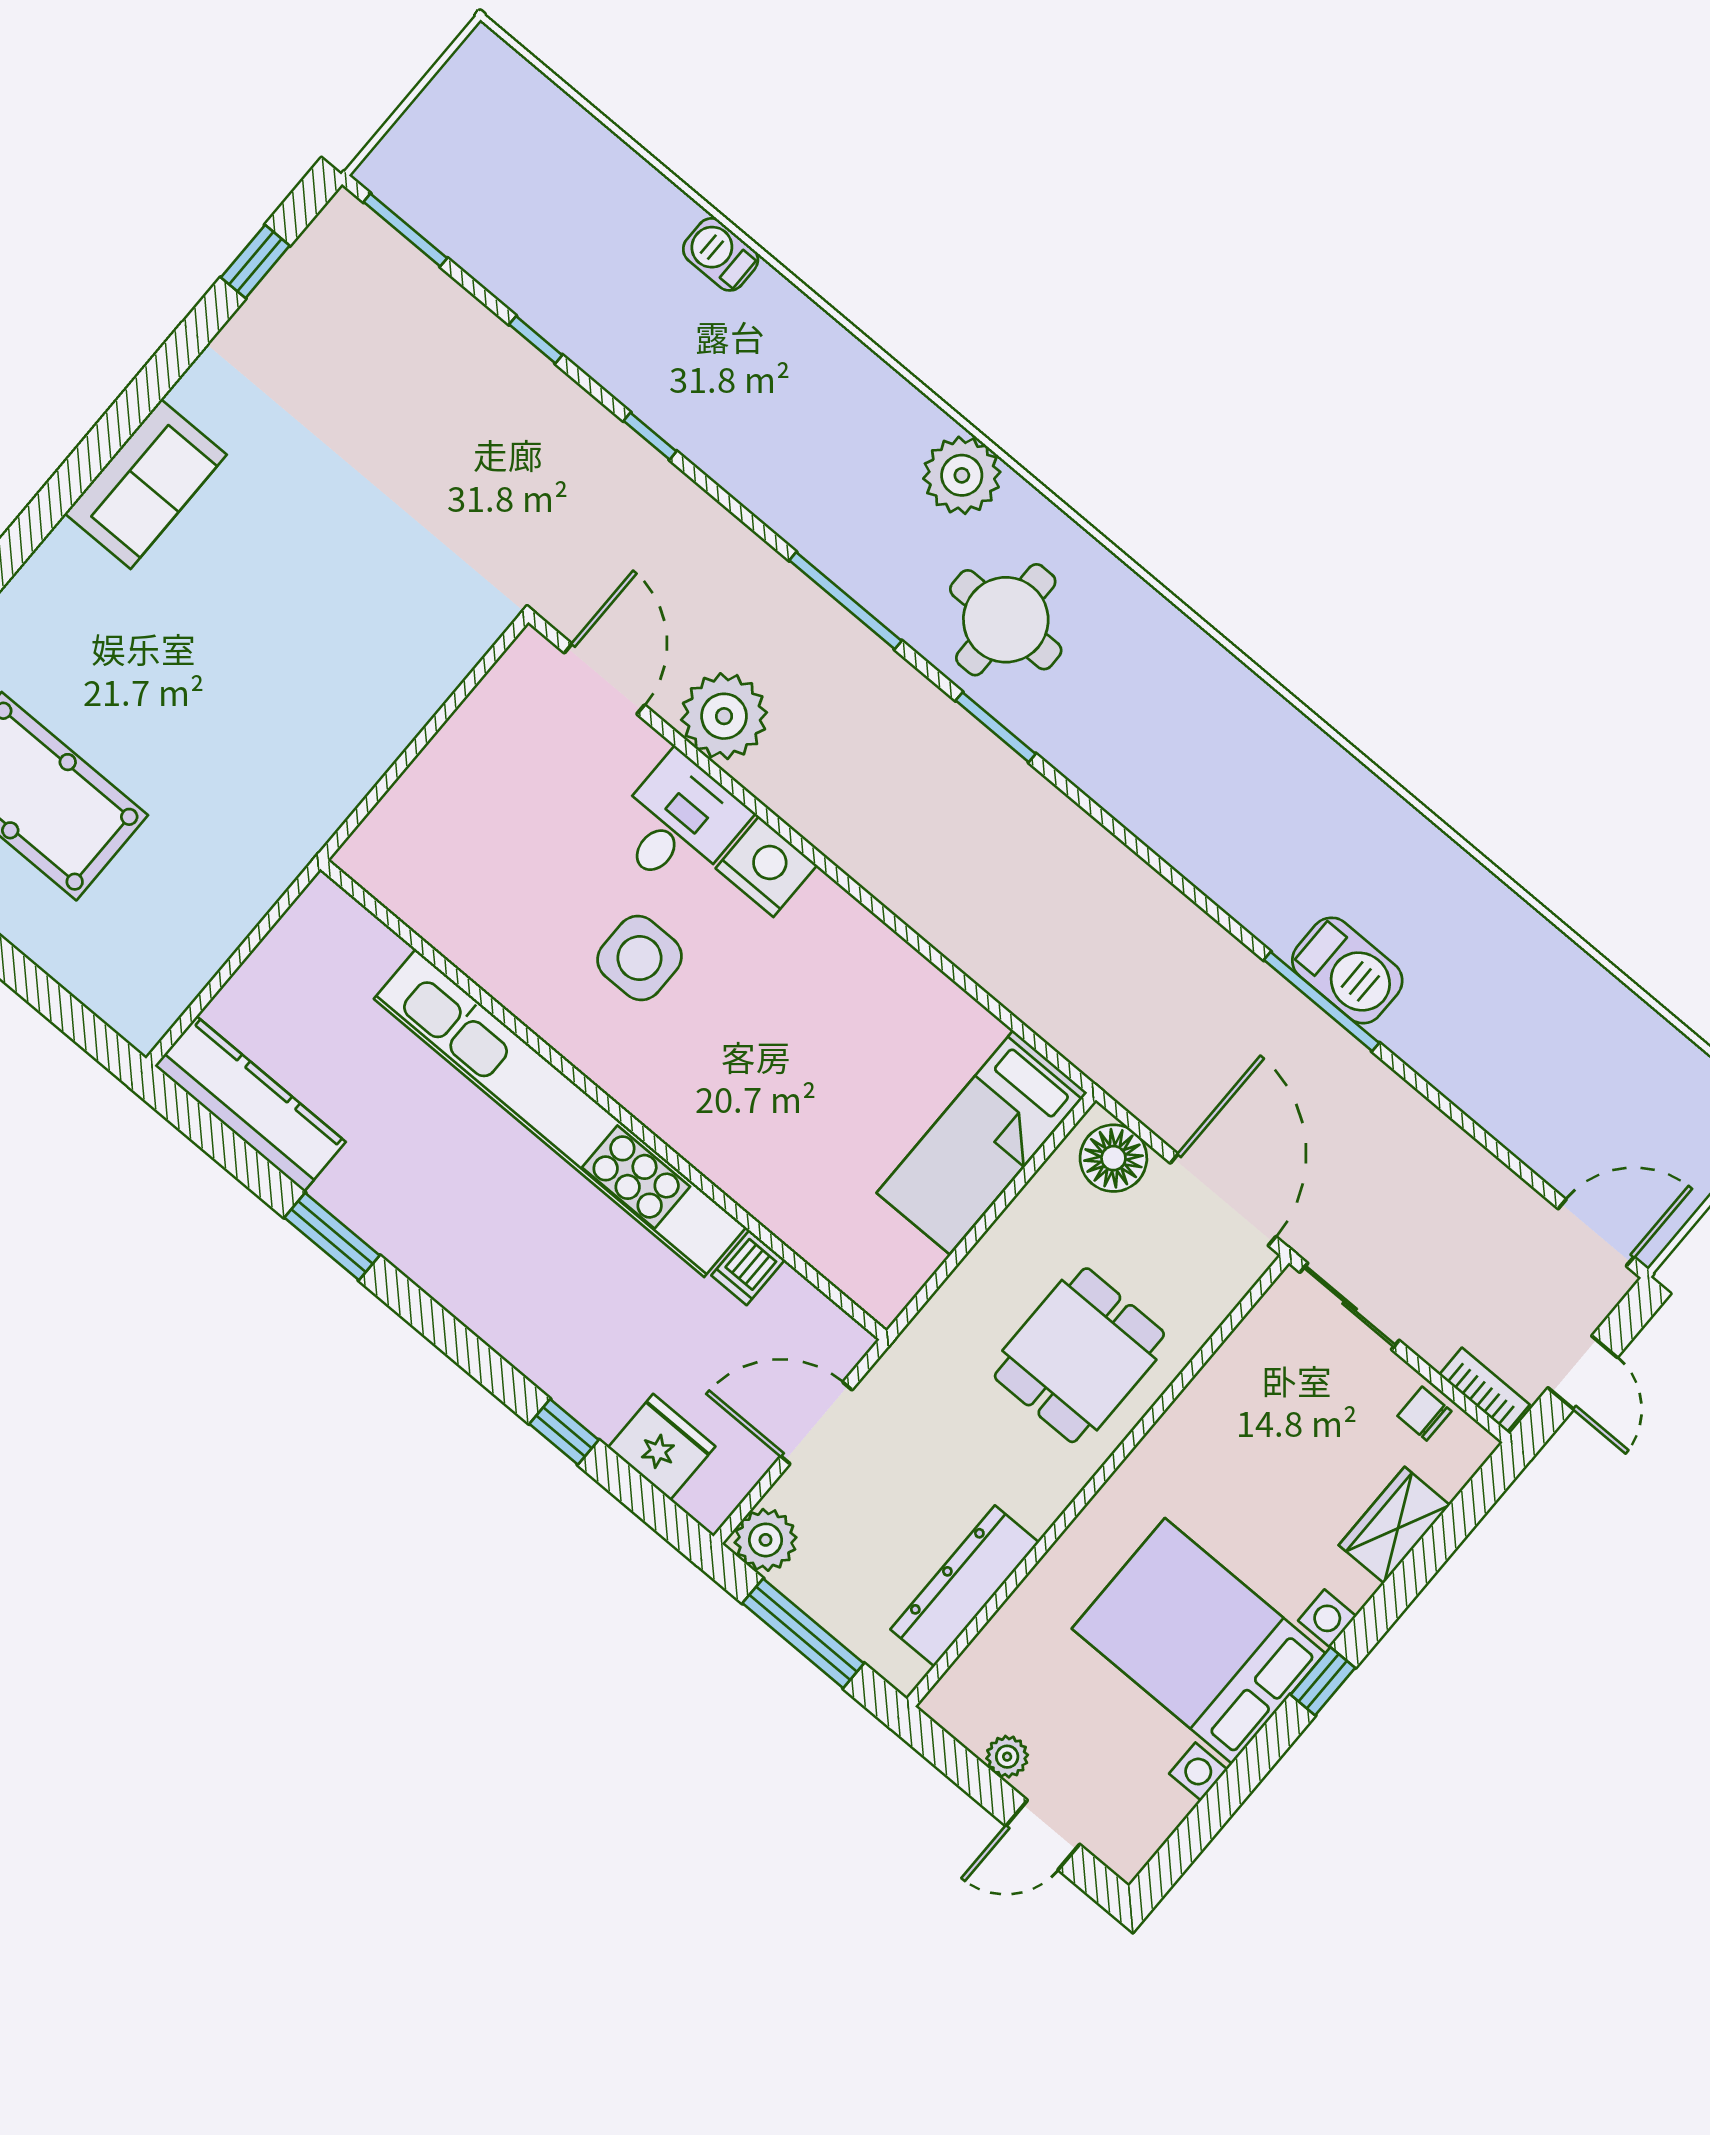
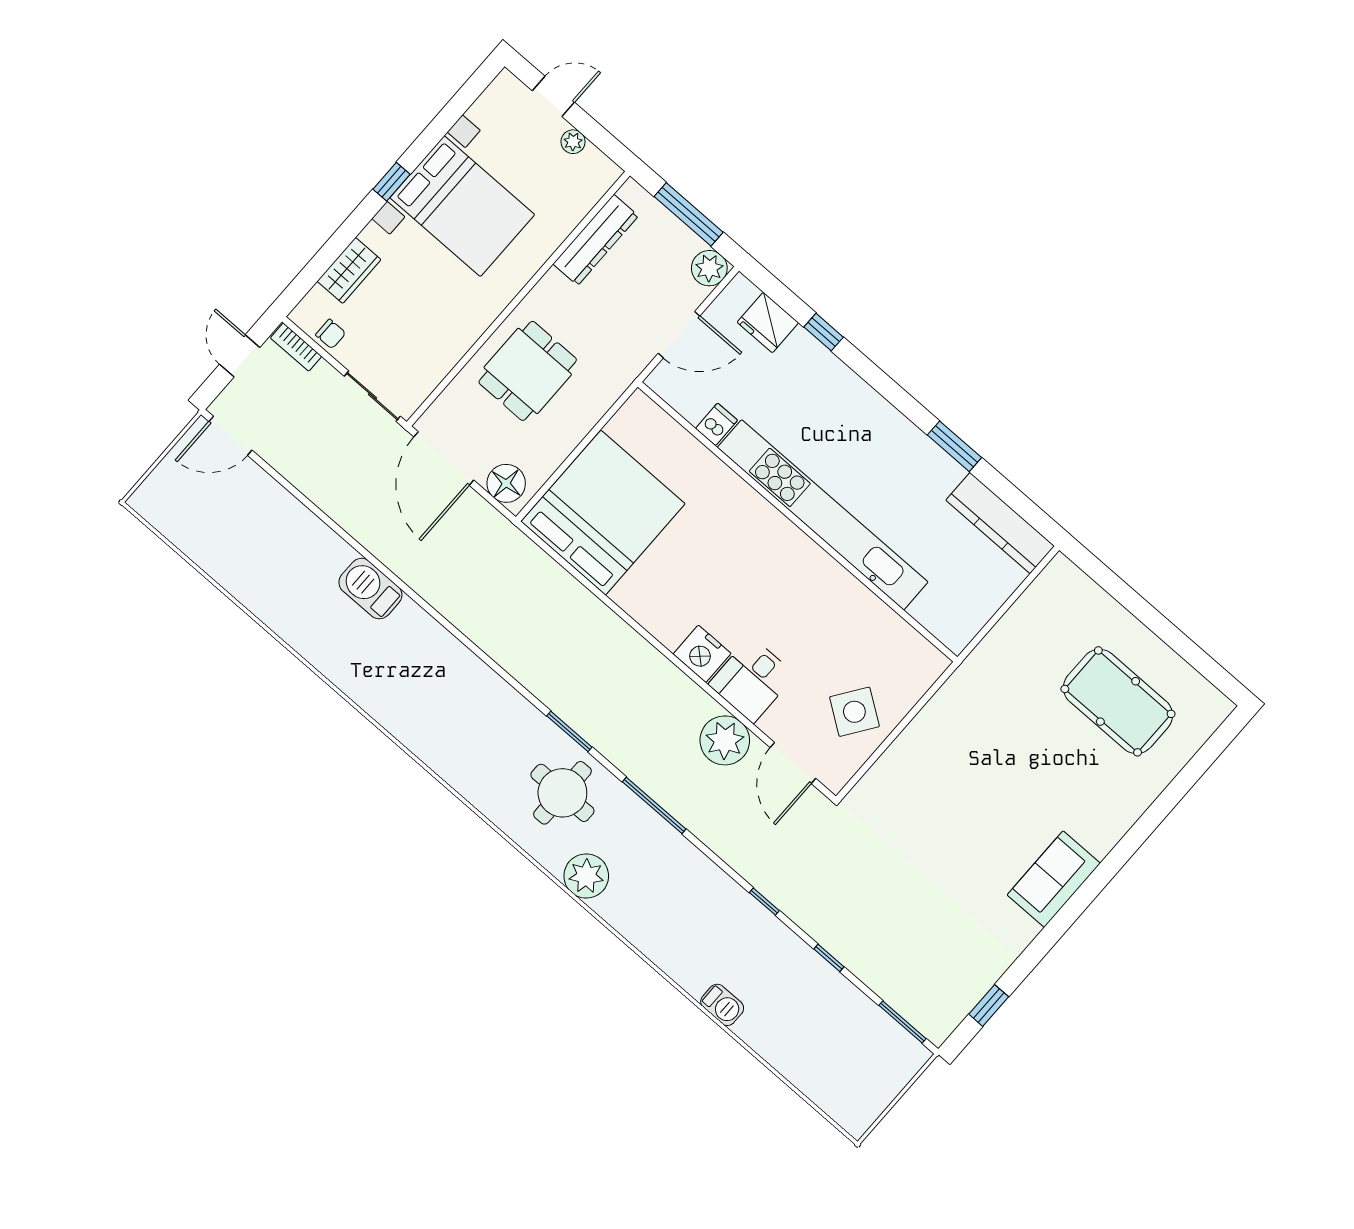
side table: (640, 958) -> (854, 712), moved, turned 35
window: (1321, 1001) -> (386, 571), removed
bed: (981, 1142) -> (603, 513), width x2.04

